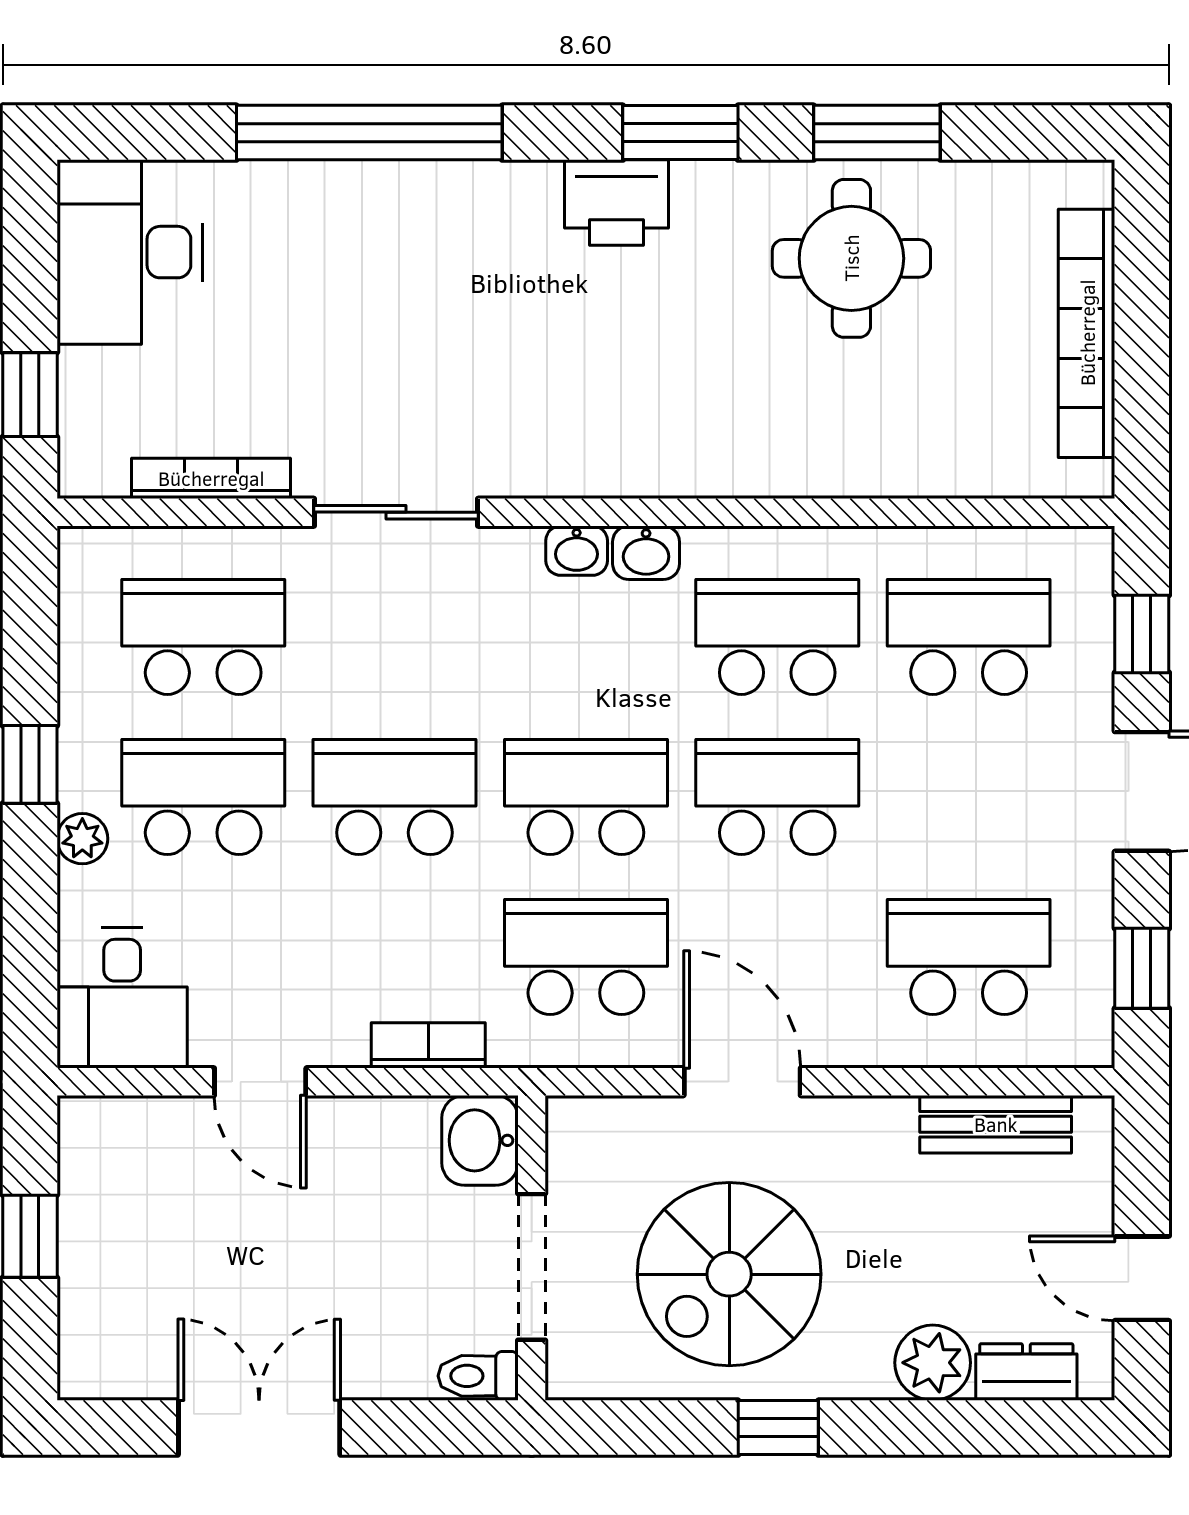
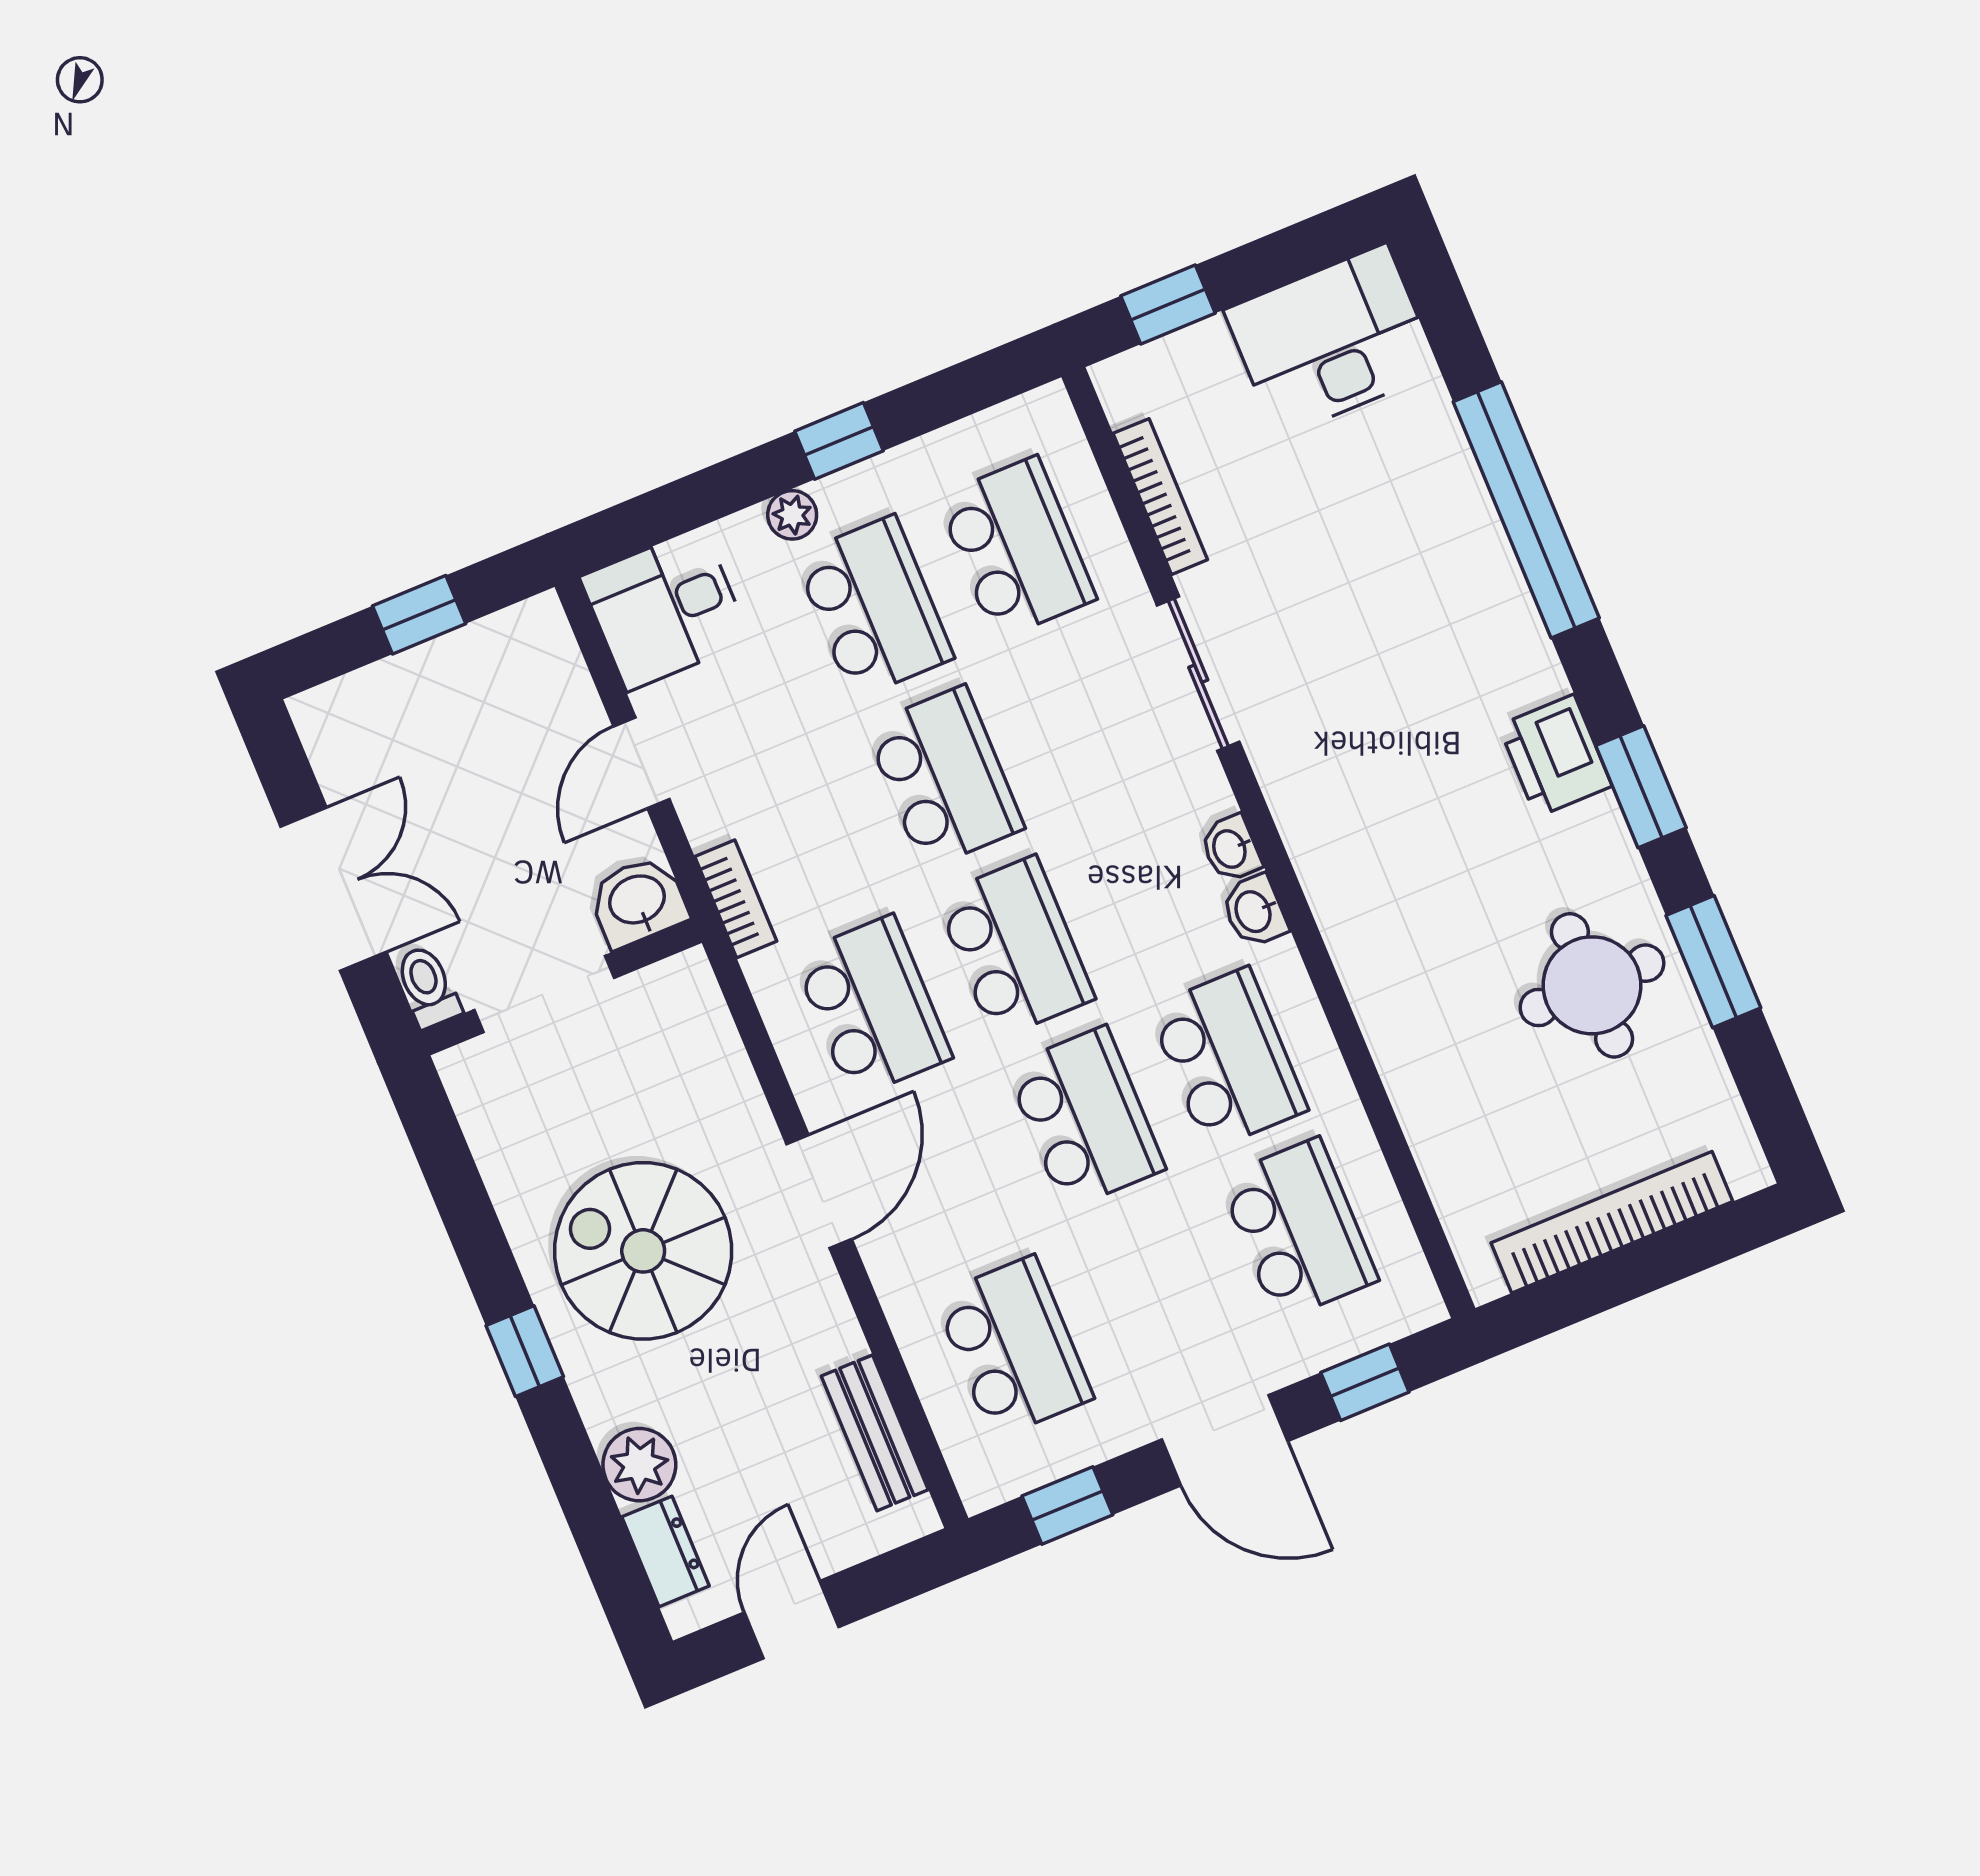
washbasin: (480, 1140) -> (638, 901), moved
wall: (532, 1248) -> (561, 987), moved
doorway: (532, 1267) -> (544, 994), moved
toilet: (478, 1376) -> (428, 987), moved

